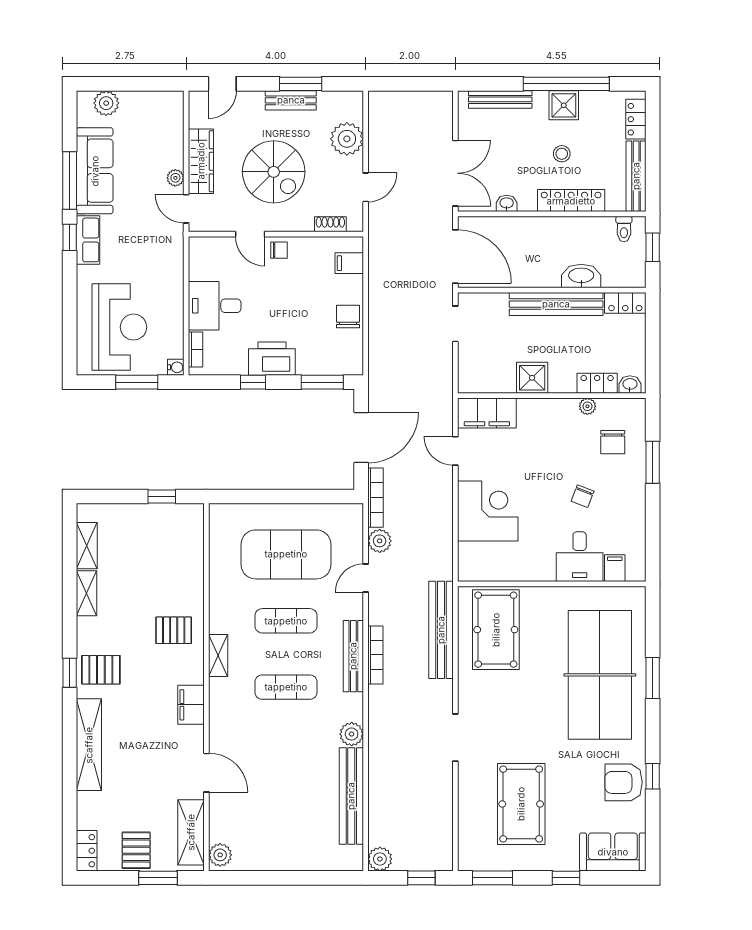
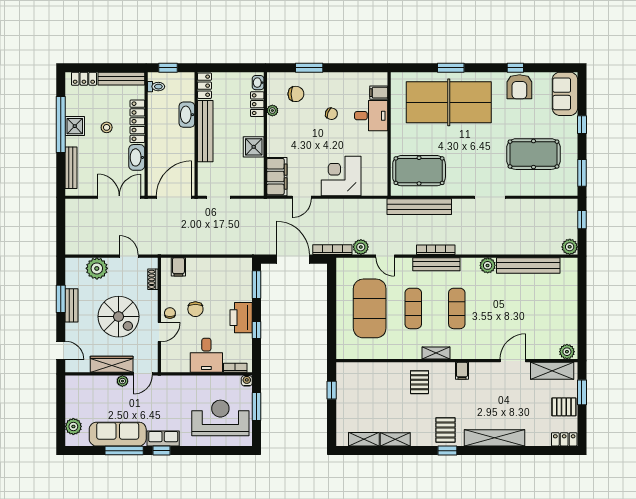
spiral stairs: (274, 172) -> (118, 317), turned 90
washbasin: (507, 203) -> (137, 157), width x1.91, depth x1.45
chair: (348, 317) -> (195, 309), moved, turned -90
filing cabinet: (191, 705) -> (462, 371), width x0.50

